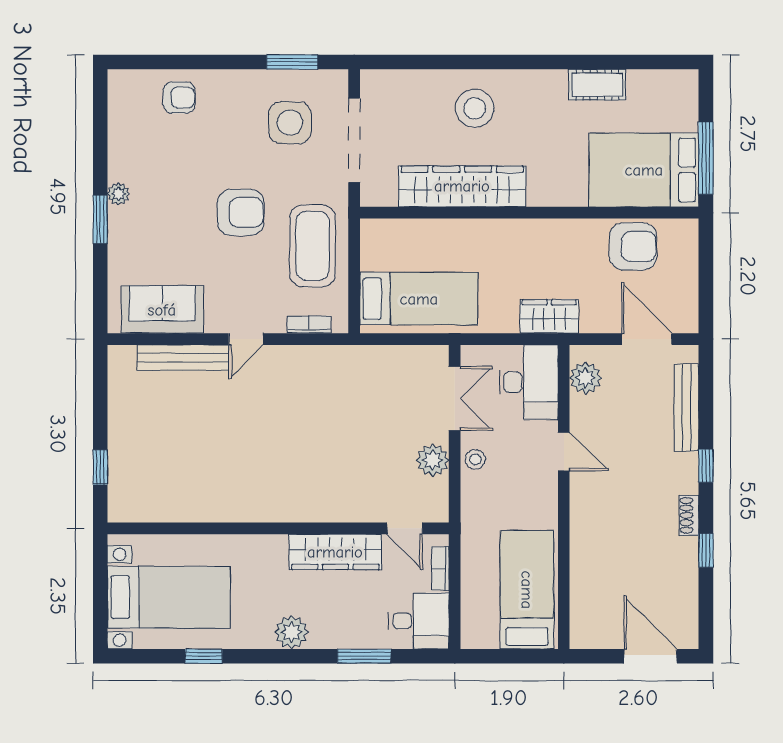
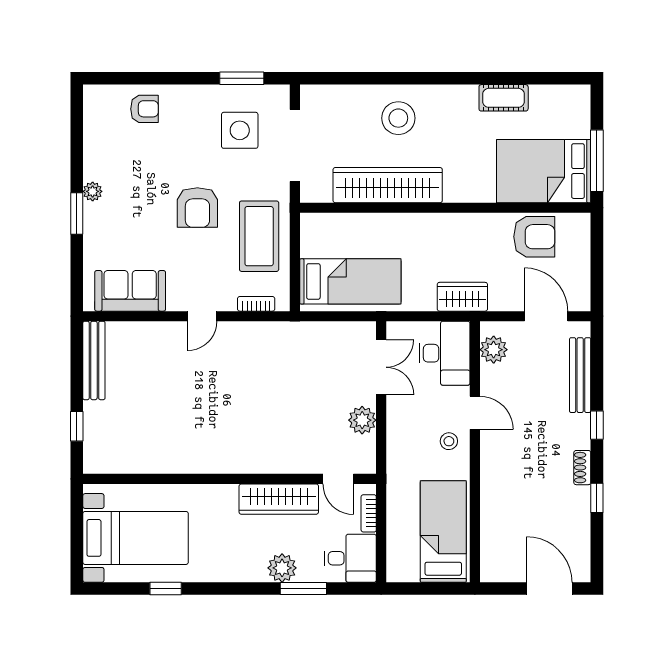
armchair: (241, 212) -> (197, 207), turned 90
bench: (183, 358) -> (94, 360), moved, turned 90
stool: (475, 459) -> (449, 441), moved
plant: (291, 632) -> (282, 568), moved

